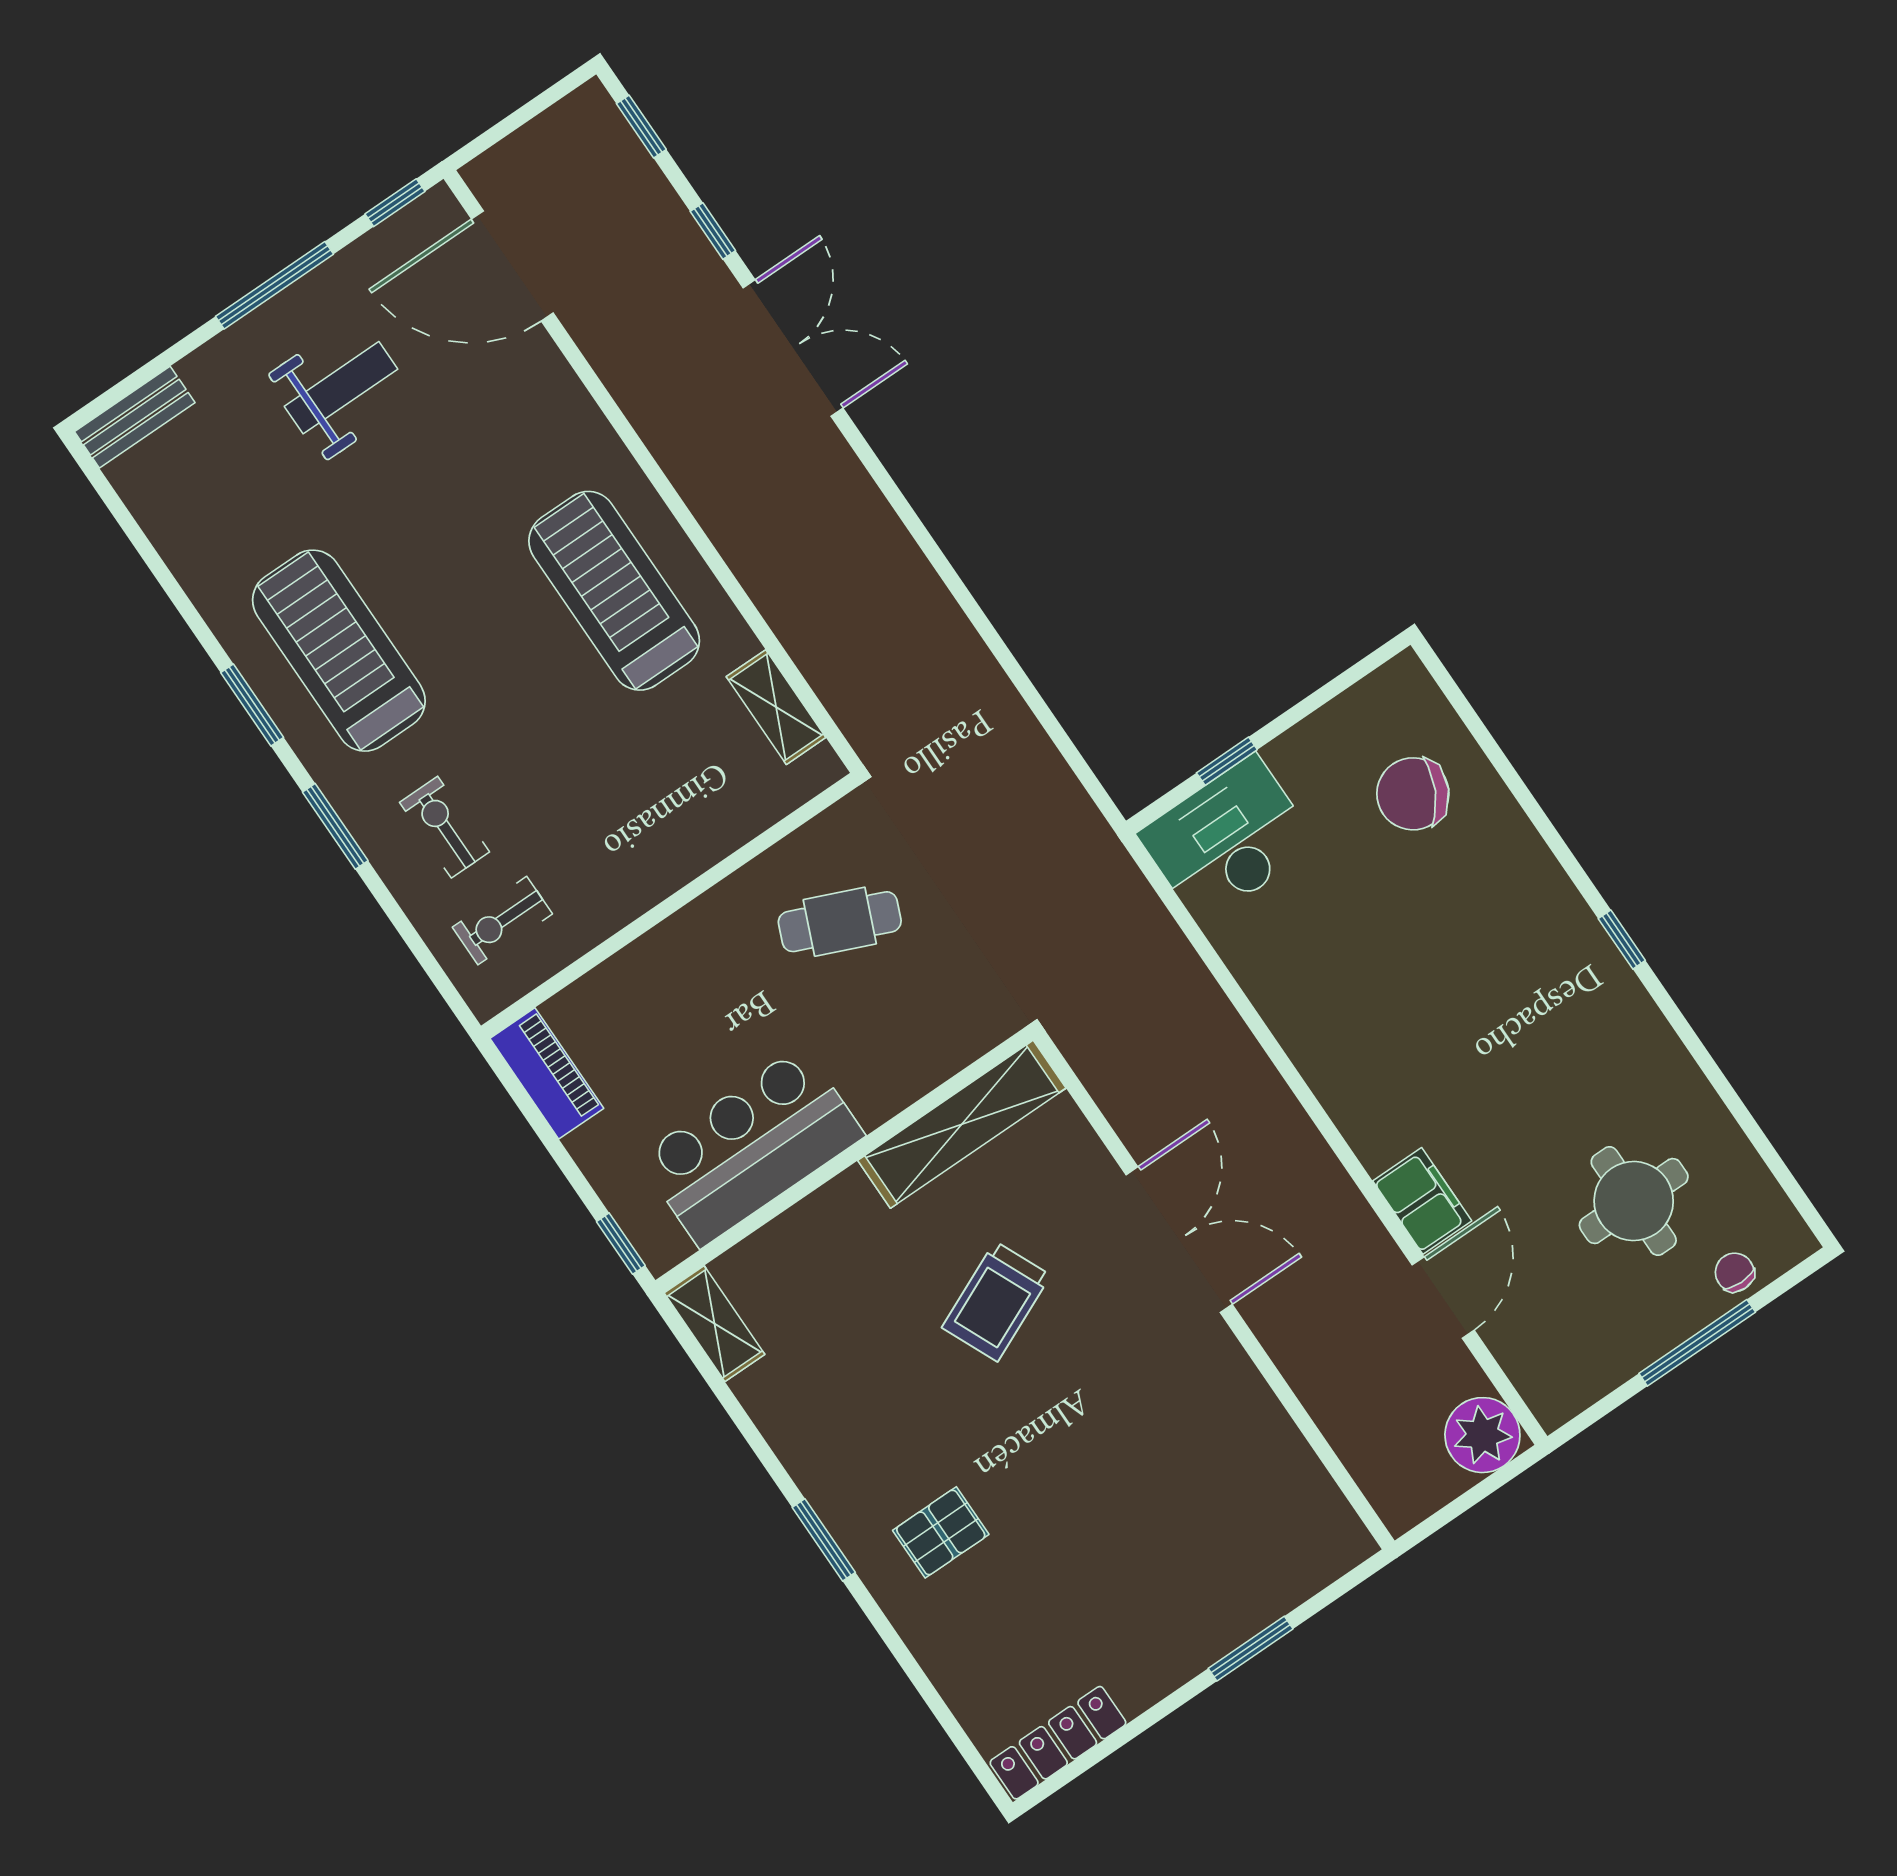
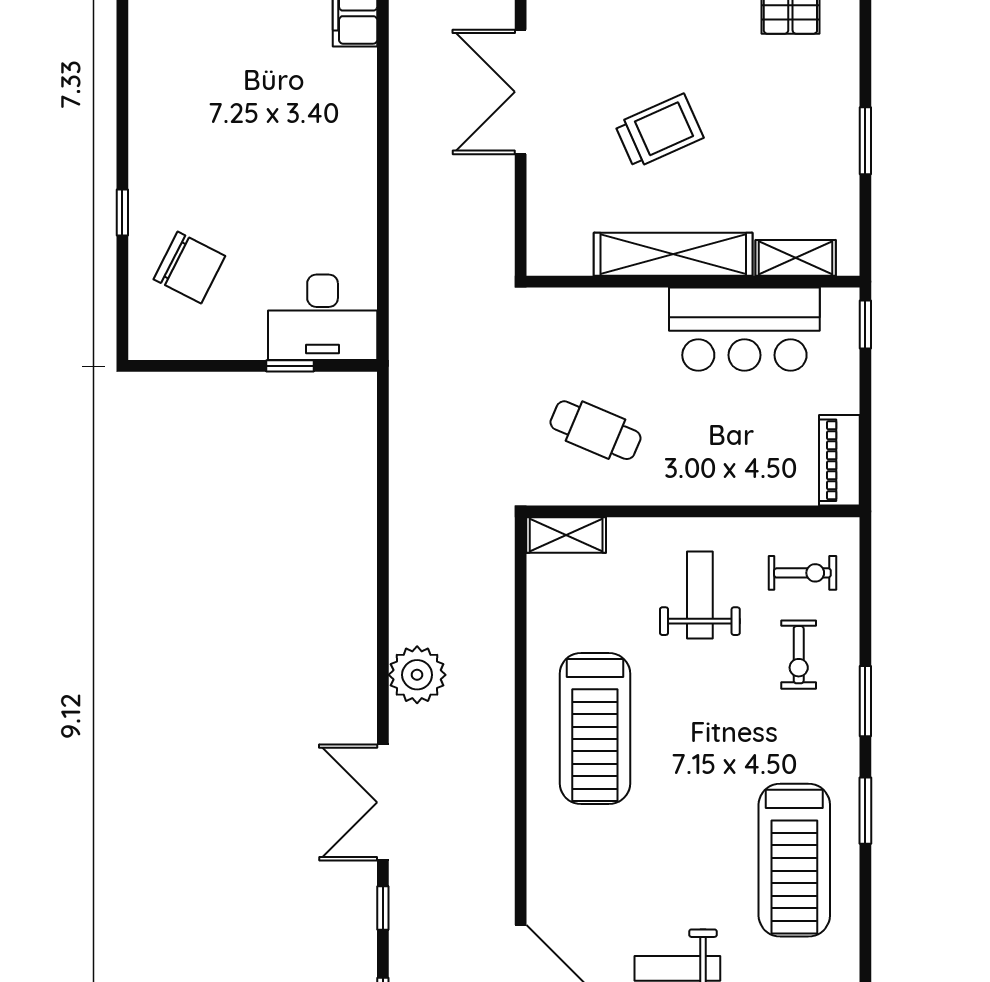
plant: (852, 515) -> (417, 675), added
treadmill: (339, 651) -> (794, 860), moved
shelving: (776, 707) -> (566, 535), moved, turned 90
weight bench: (599, 818) -> (700, 595), added
window: (1622, 940) -> (122, 213), moved
shelving: (962, 1124) -> (673, 254), moved
shelving: (714, 1324) -> (796, 258), moved, turned 90
window: (824, 1540) -> (865, 141), moved

